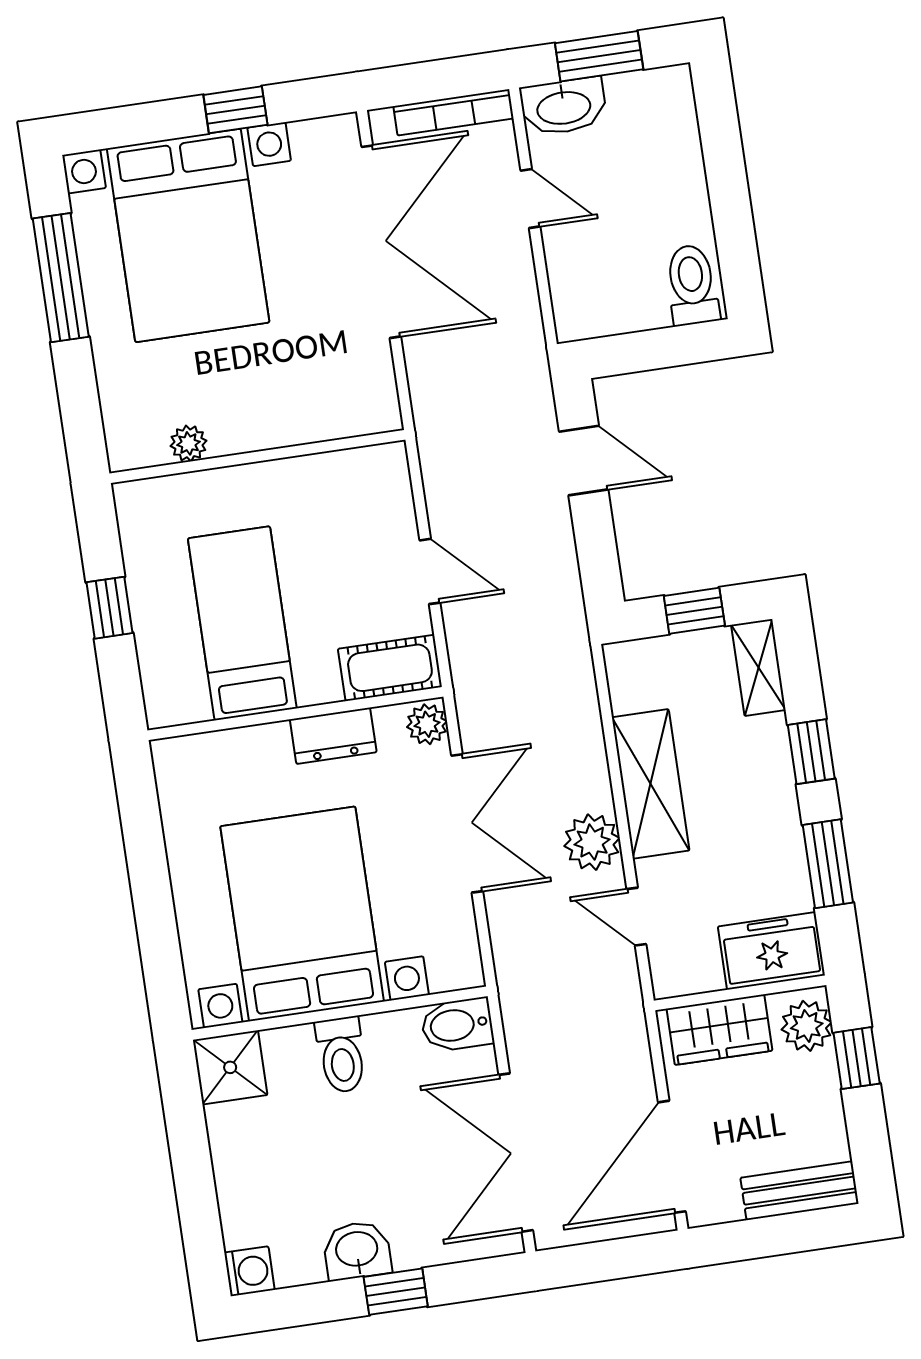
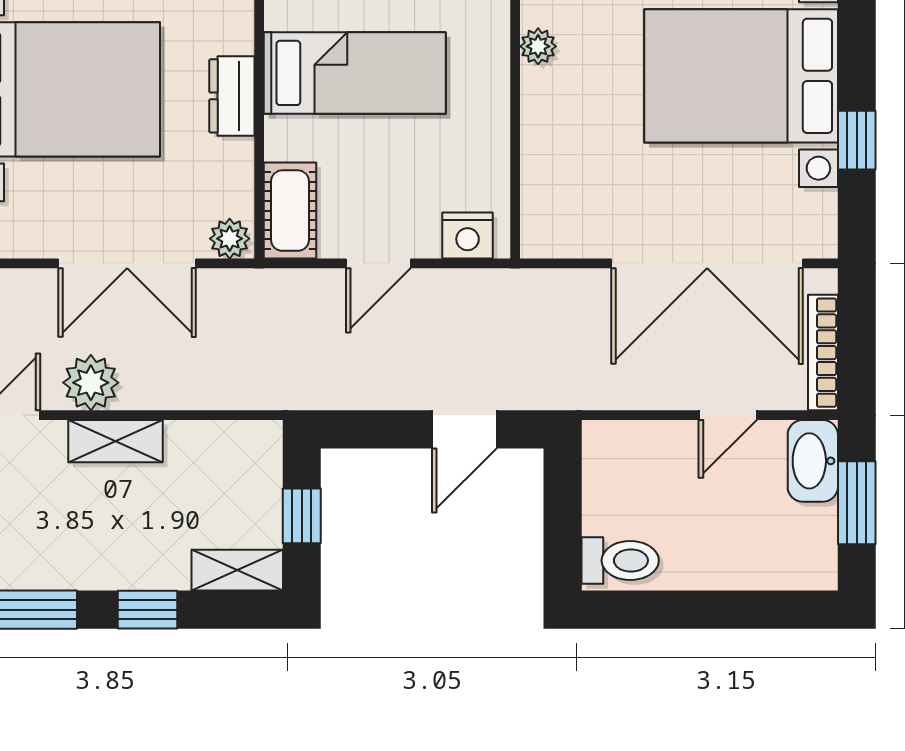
nightstand: (389, 486) -> (468, 235), added
dresser: (333, 736) -> (232, 96), moved
shelving: (651, 784) -> (116, 441), width x0.67, depth x0.75

